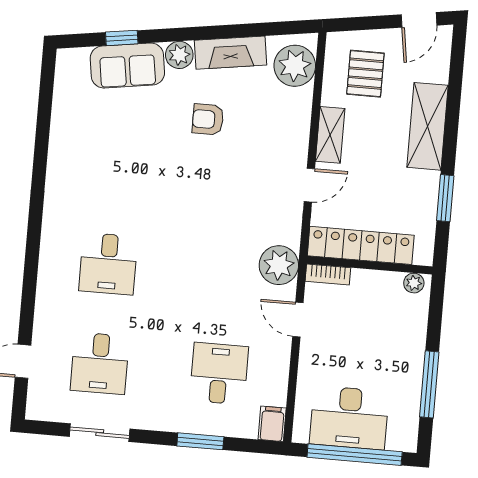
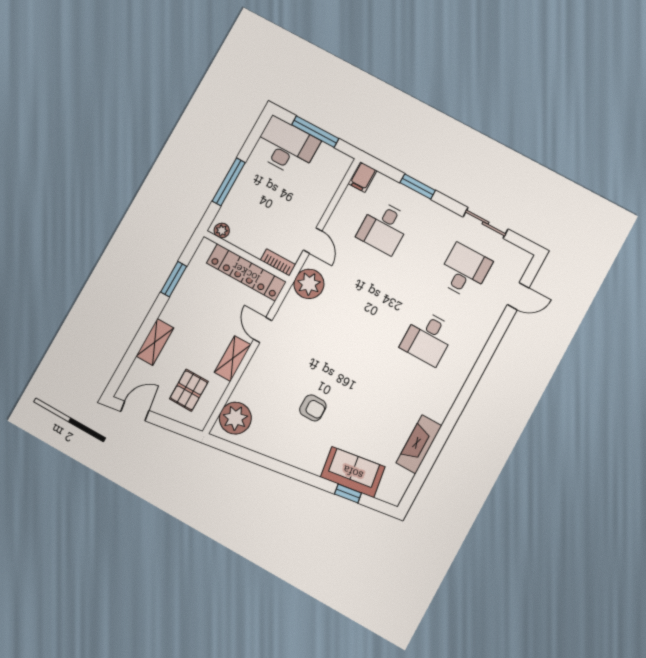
fireplace: (230, 53) -> (419, 444), moved, turned -82
plant: (179, 55) -> (313, 463), removed
shelving: (428, 126) -> (155, 342), width x0.67, depth x0.75
door: (309, 185) -> (263, 330), hinge flipped
desk: (108, 264) -> (428, 338), turned 180
window: (429, 384) -> (229, 182), moved
desk: (349, 418) -> (286, 147), moved
window: (355, 455) -> (315, 132), width x0.68

